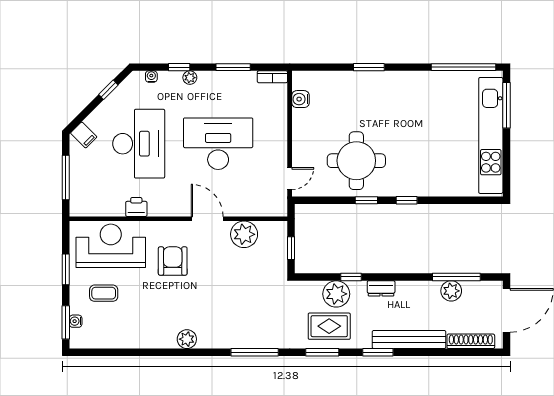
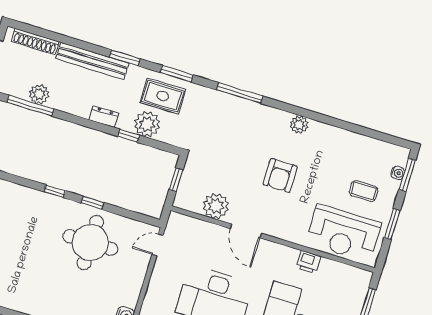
armchair: (173, 261) -> (280, 175), moved

